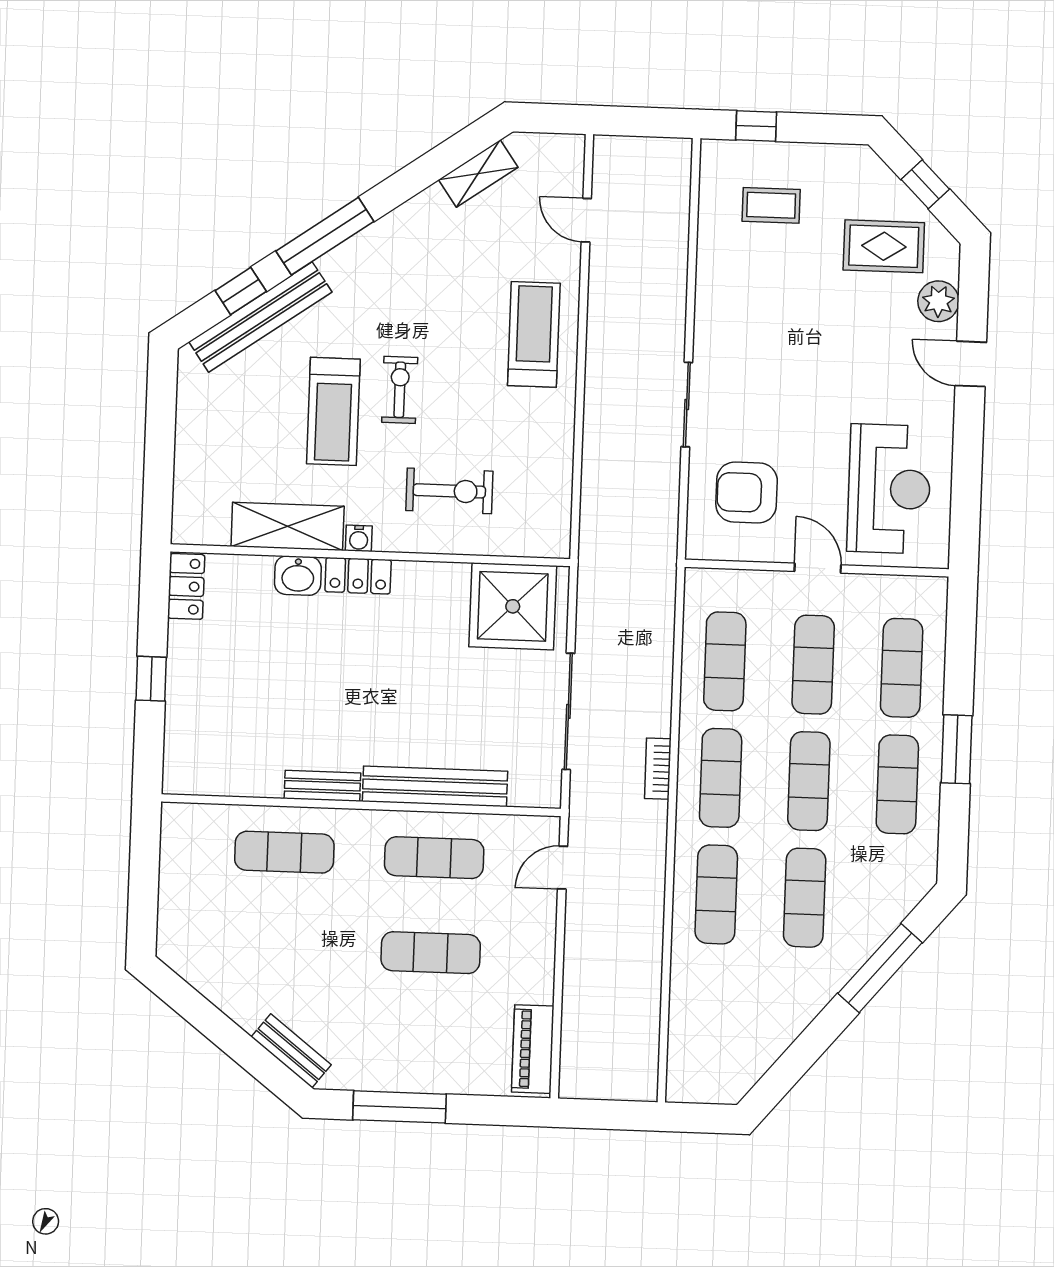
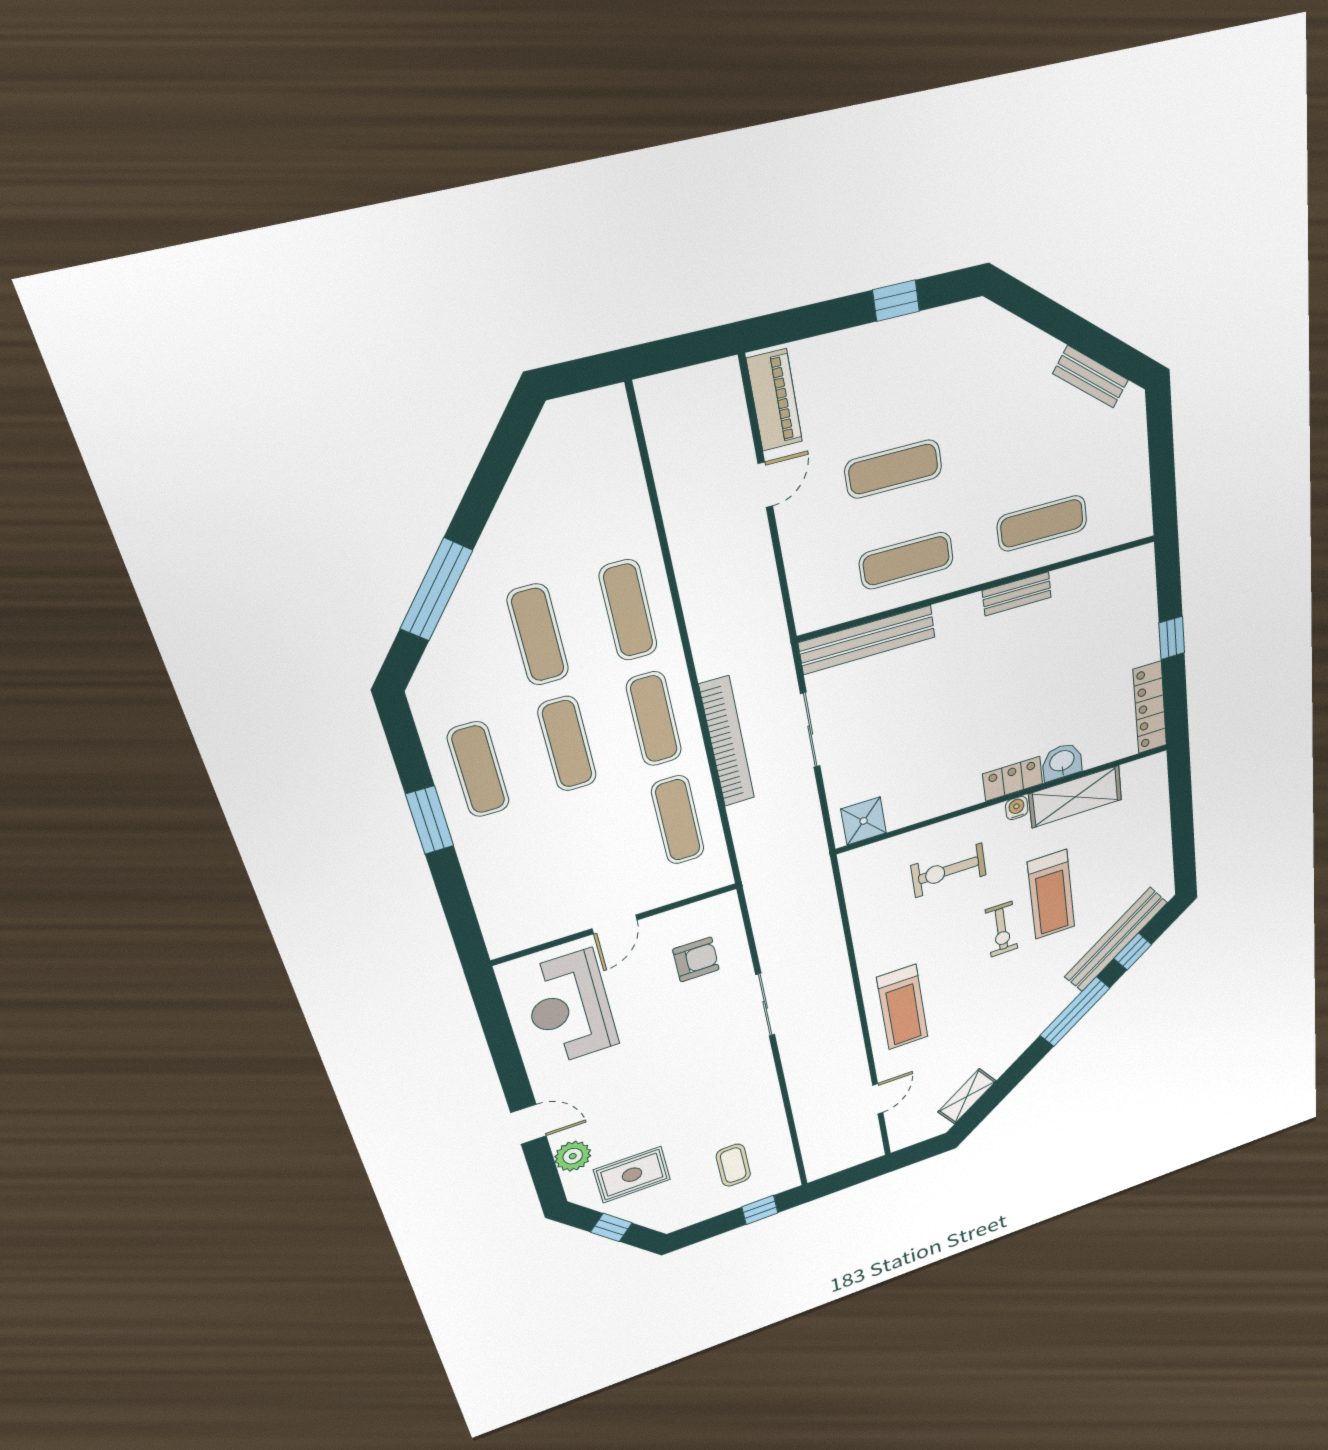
coffee table: (771, 205) -> (733, 1165), turned 90
door: (586, 220) -> (878, 1099), hinge flipped
treadmill: (333, 411) -> (1051, 895), turned 180
armchair: (747, 493) -> (696, 959), width x0.72, depth x0.72
door: (818, 568) -> (615, 924), hinge flipped
locker: (186, 586) -> (1150, 707), width x1.53
shower: (513, 606) -> (864, 821), width x0.54, depth x0.54
exercise mat: (813, 665) -> (594, 845), removed
exercise mat: (902, 668) -> (509, 871), removed
sliding door: (568, 711) -> (810, 730), width x0.73
bookcase: (658, 769) -> (727, 742), width x2.31, depth x1.31
bench: (435, 786) -> (867, 640), moved
door: (563, 868) -> (765, 485), moved
bench: (291, 1051) -> (1091, 377), moved
window: (399, 1107) -> (896, 301), width x0.46

